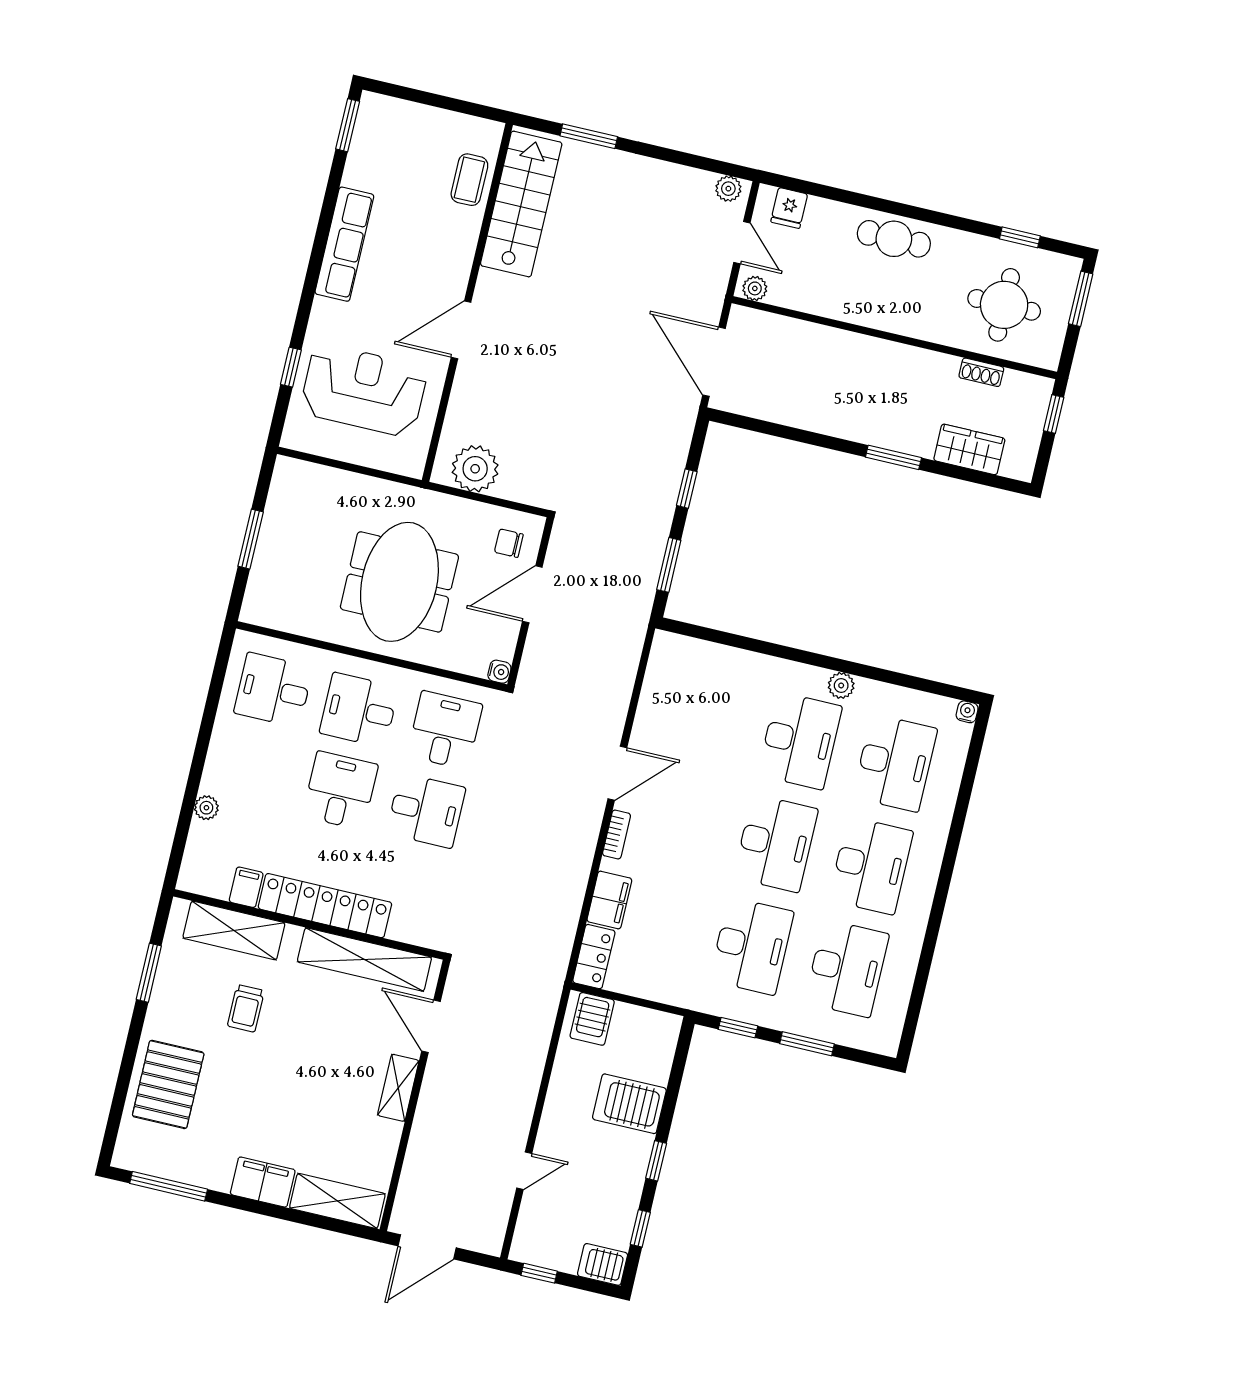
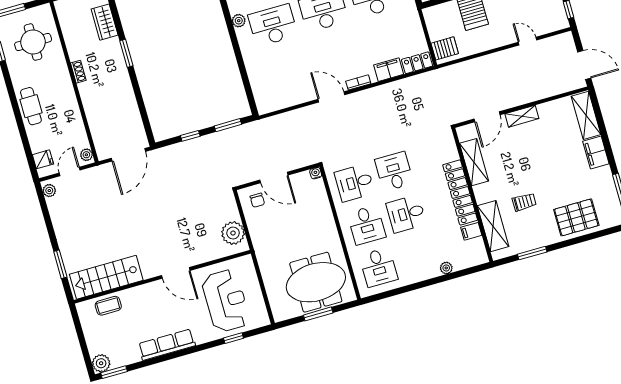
plant: (376, 111) -> (101, 363), added
shoe rack: (981, 372) -> (78, 72), moved
reception desk: (364, 390) -> (226, 301), turned 180
meeting table: (399, 582) -> (316, 282), moved
shelving: (364, 960) -> (474, 162), width x0.68

